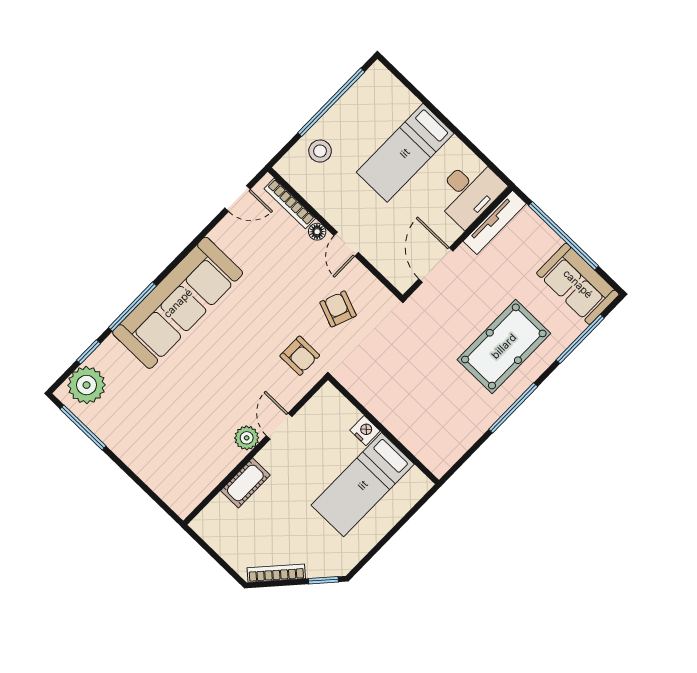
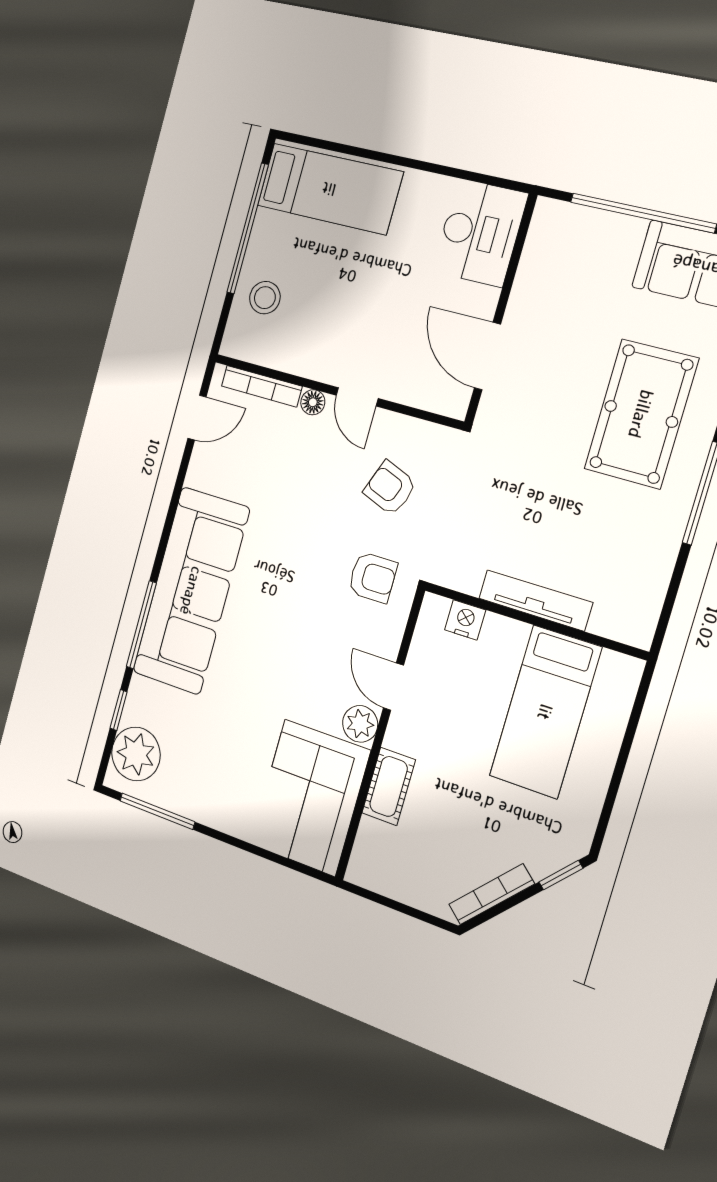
bed: (405, 153) -> (329, 189), moved, turned -90
tv unit: (495, 222) -> (535, 600), moved, turned -90
nightstand: (365, 431) -> (465, 620), moved
corner sofa: (191, 466) -> (310, 798), added

